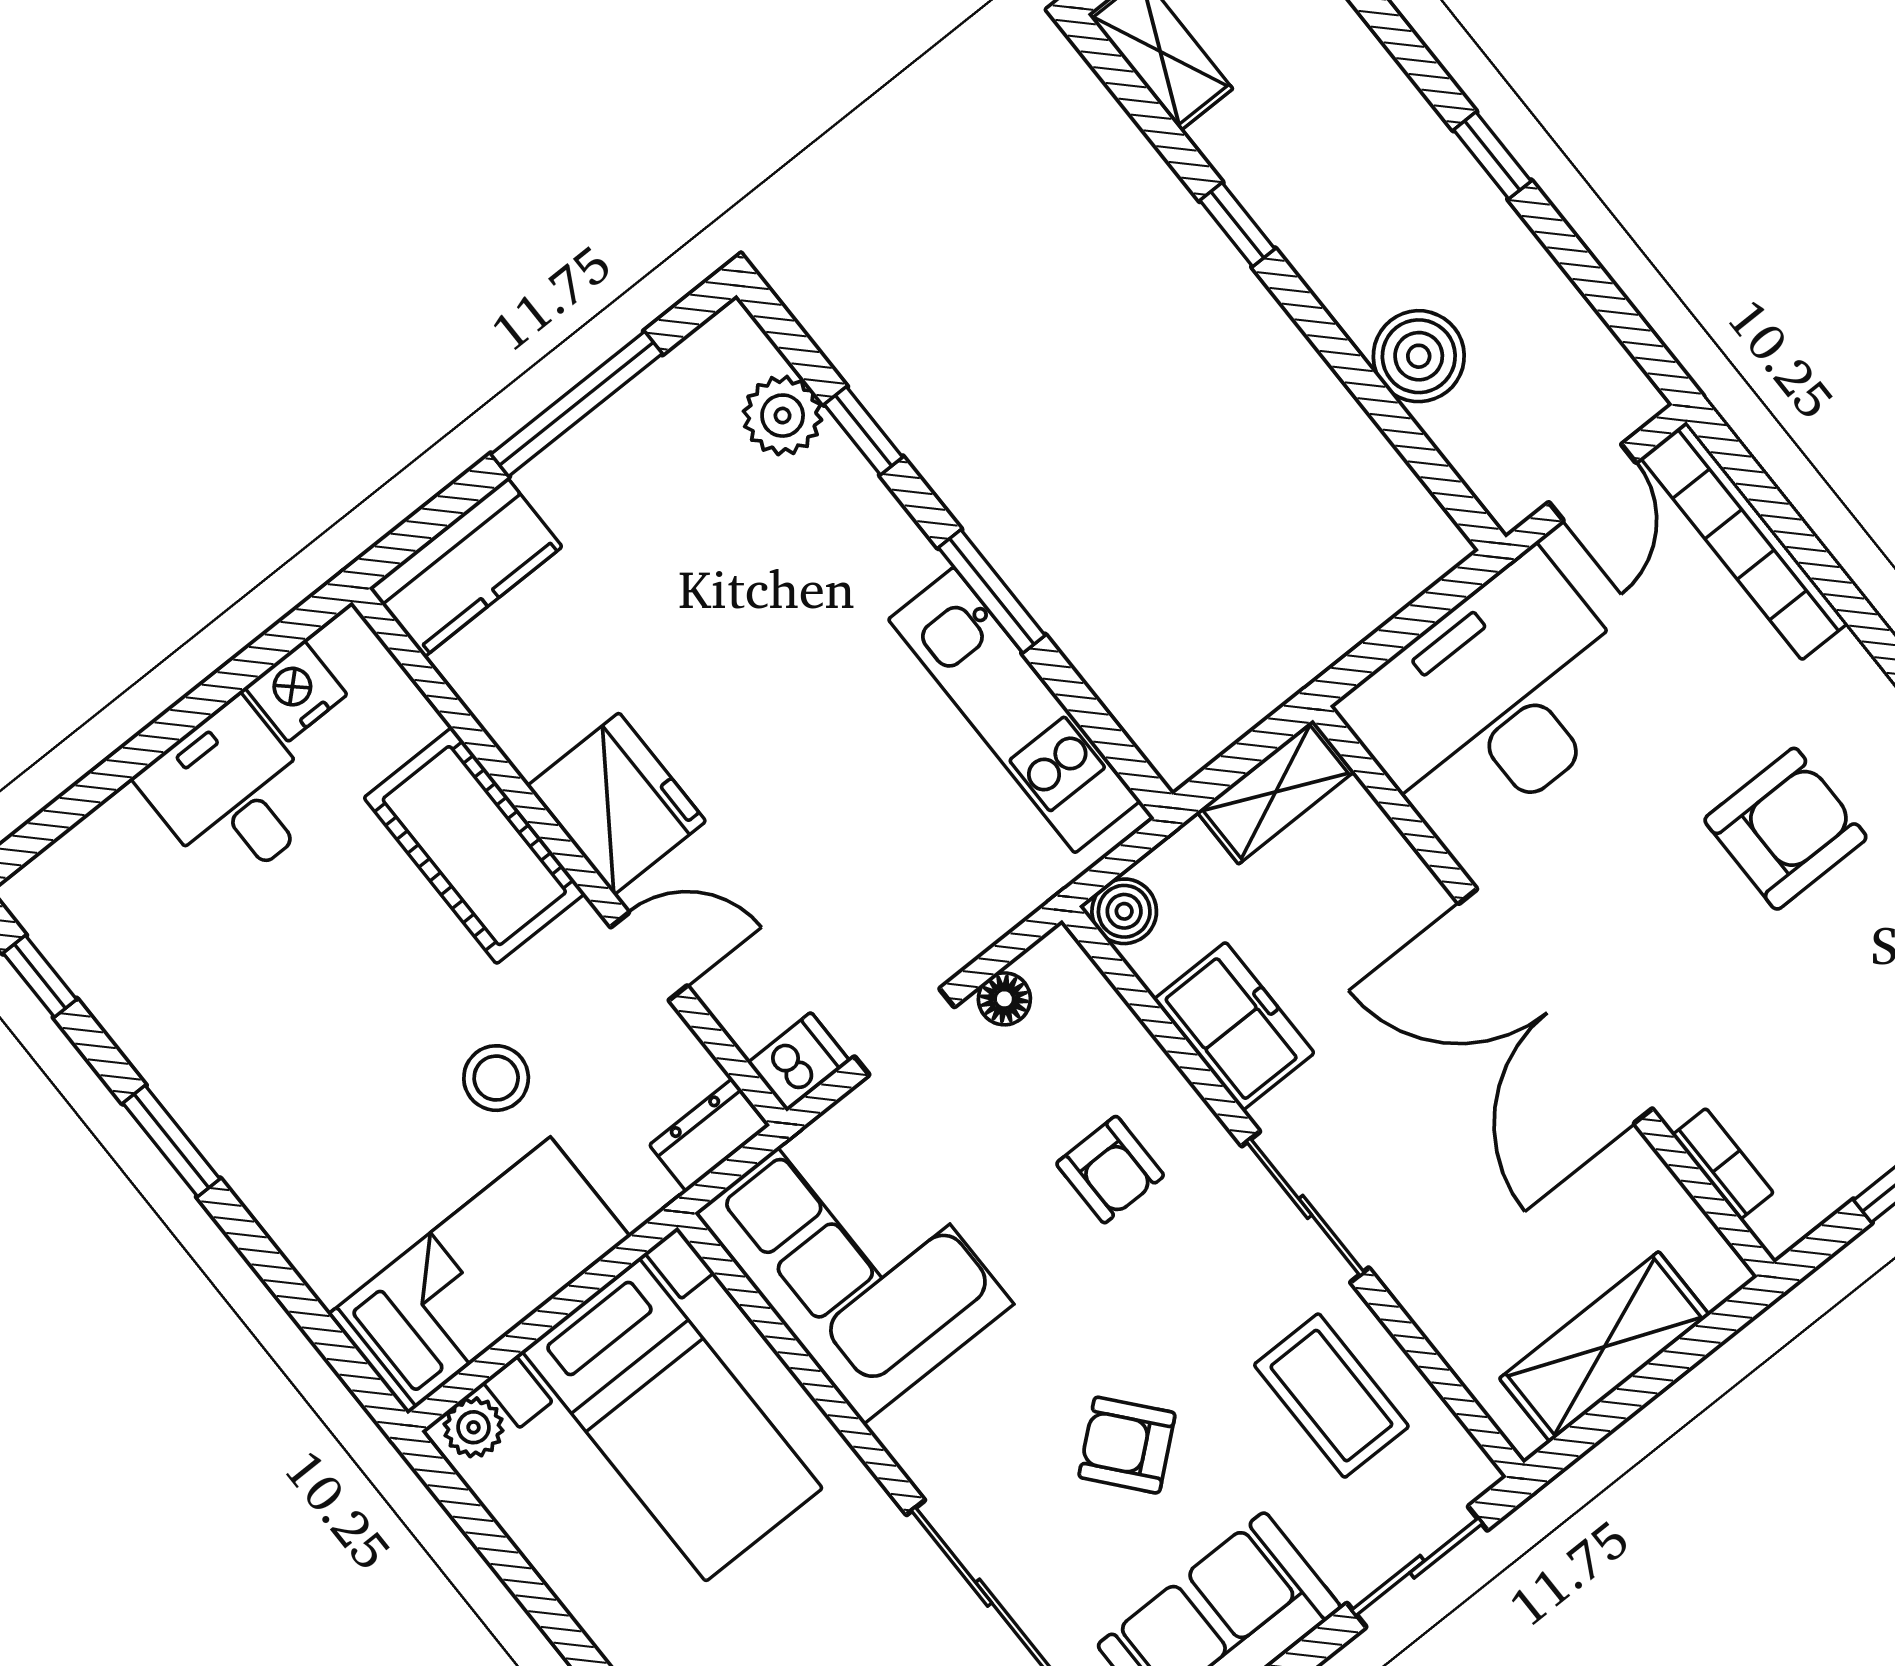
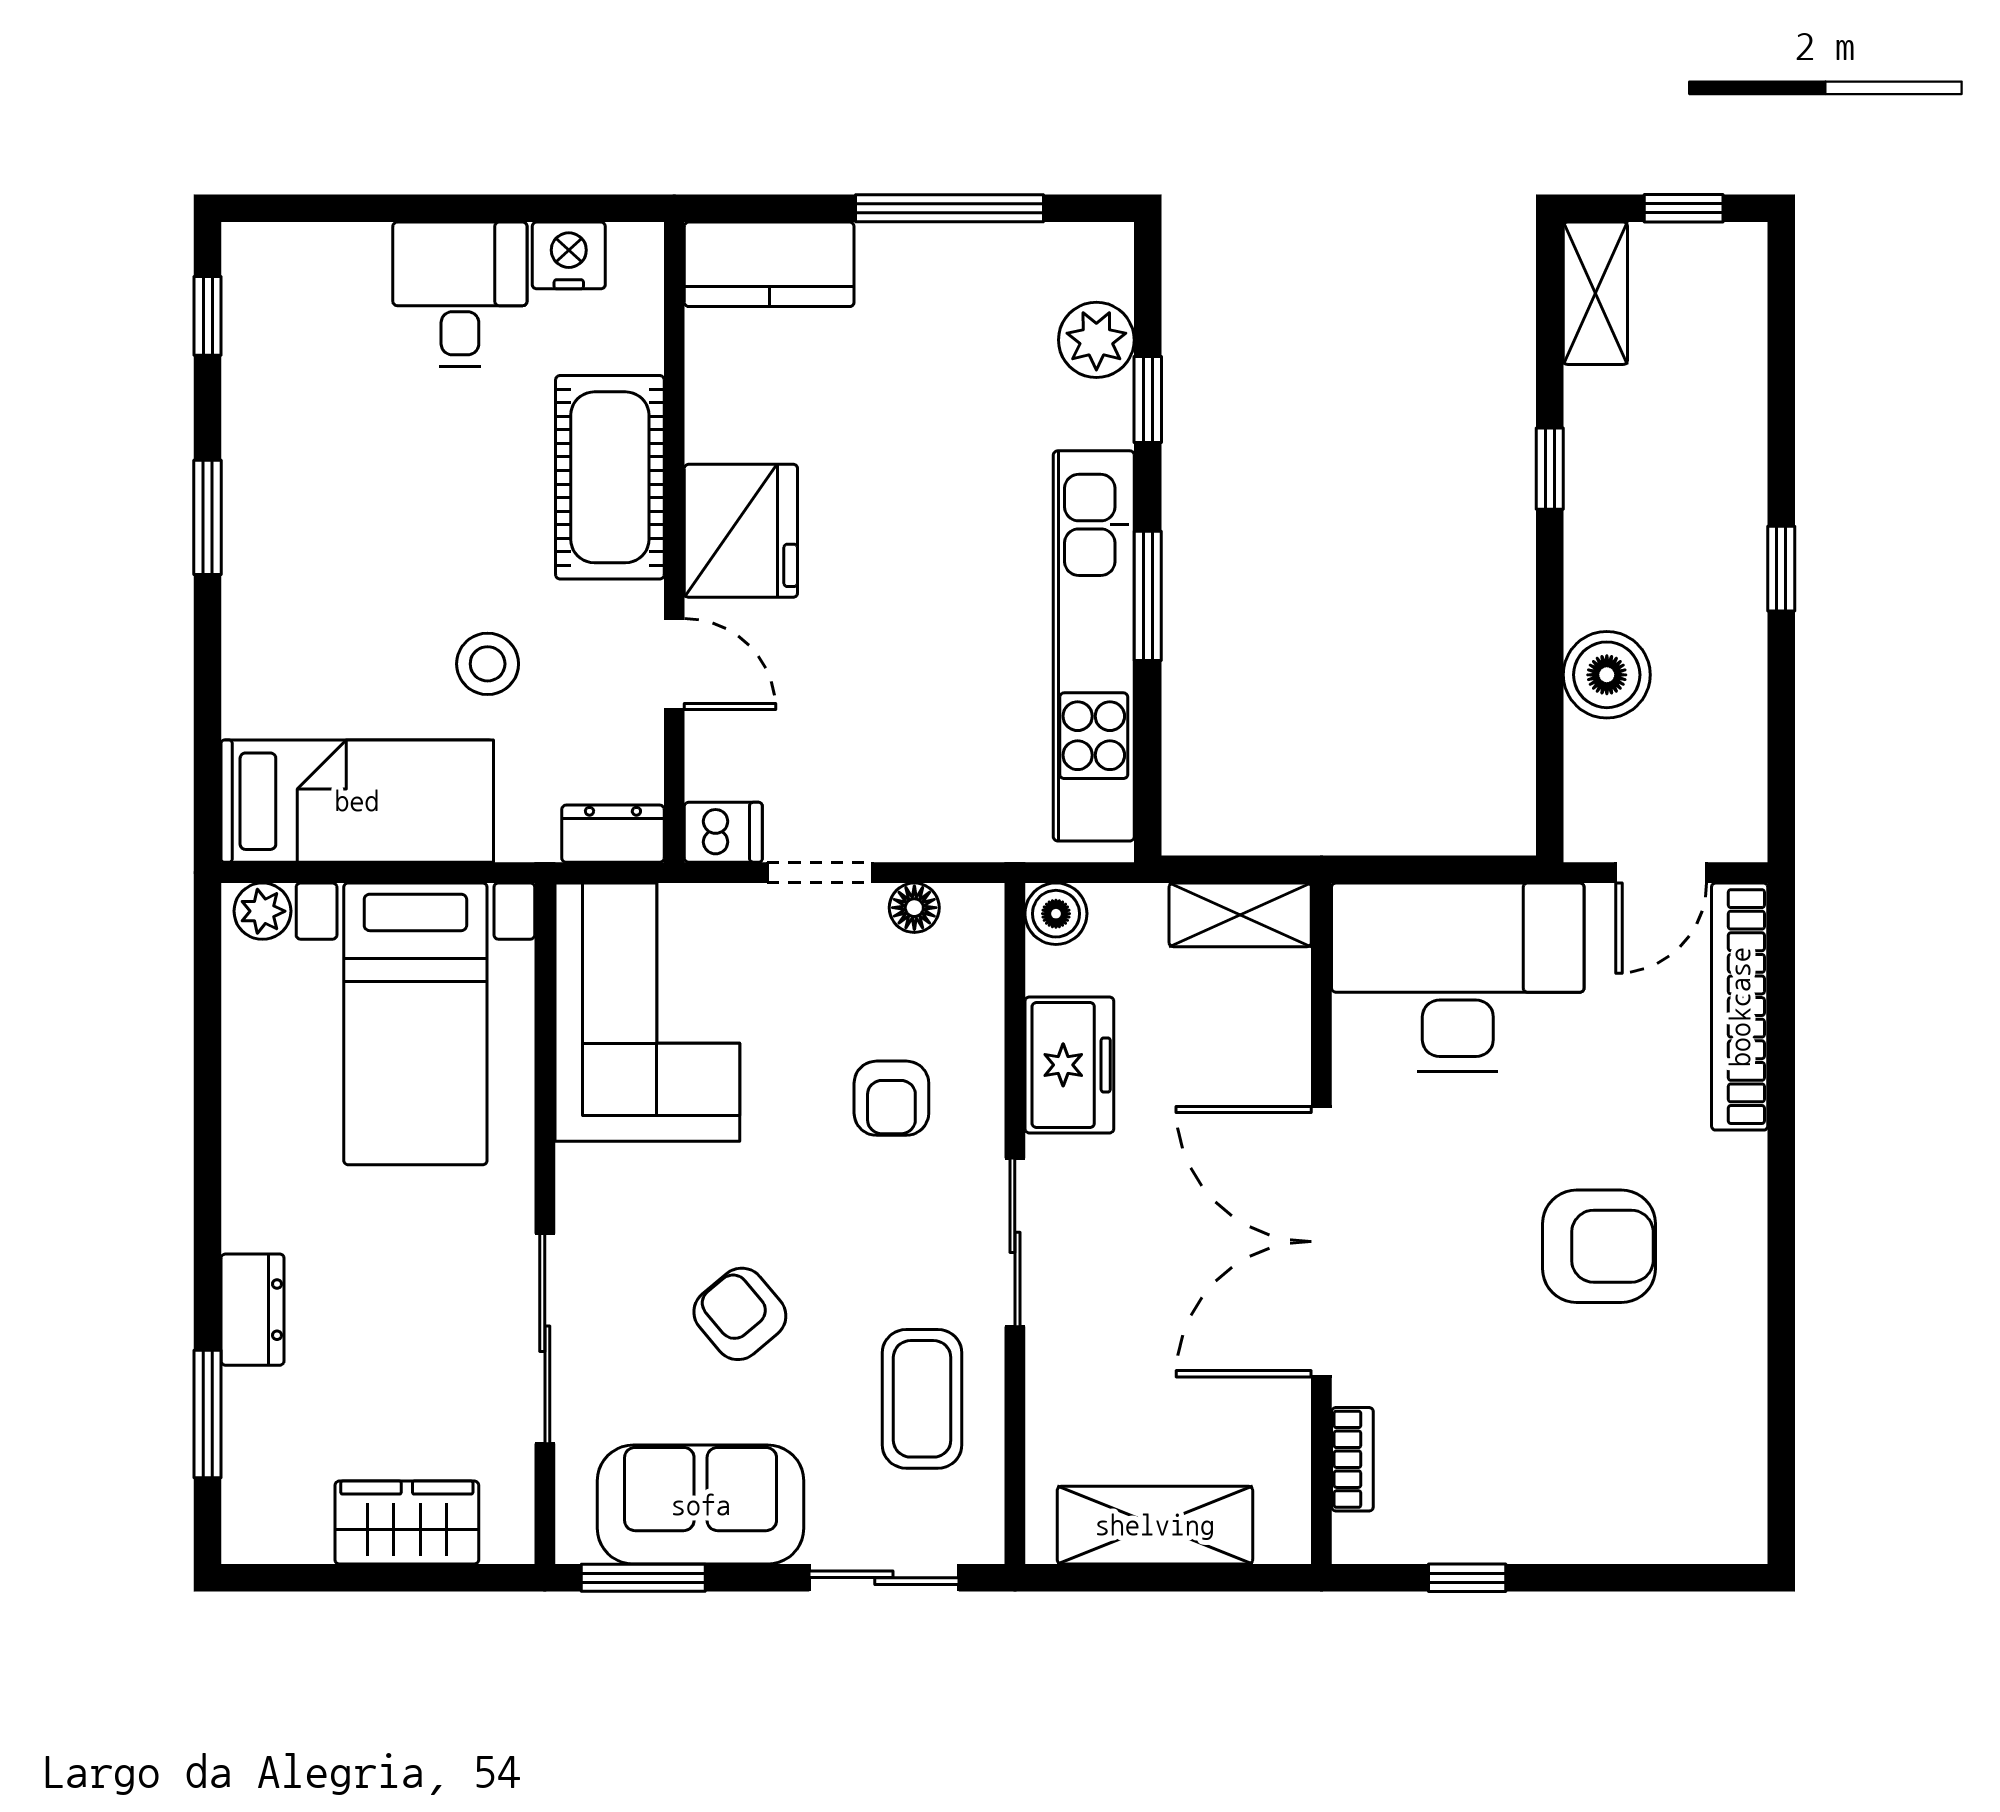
kitchen unit: (1014, 710) -> (1094, 646), width x1.36

